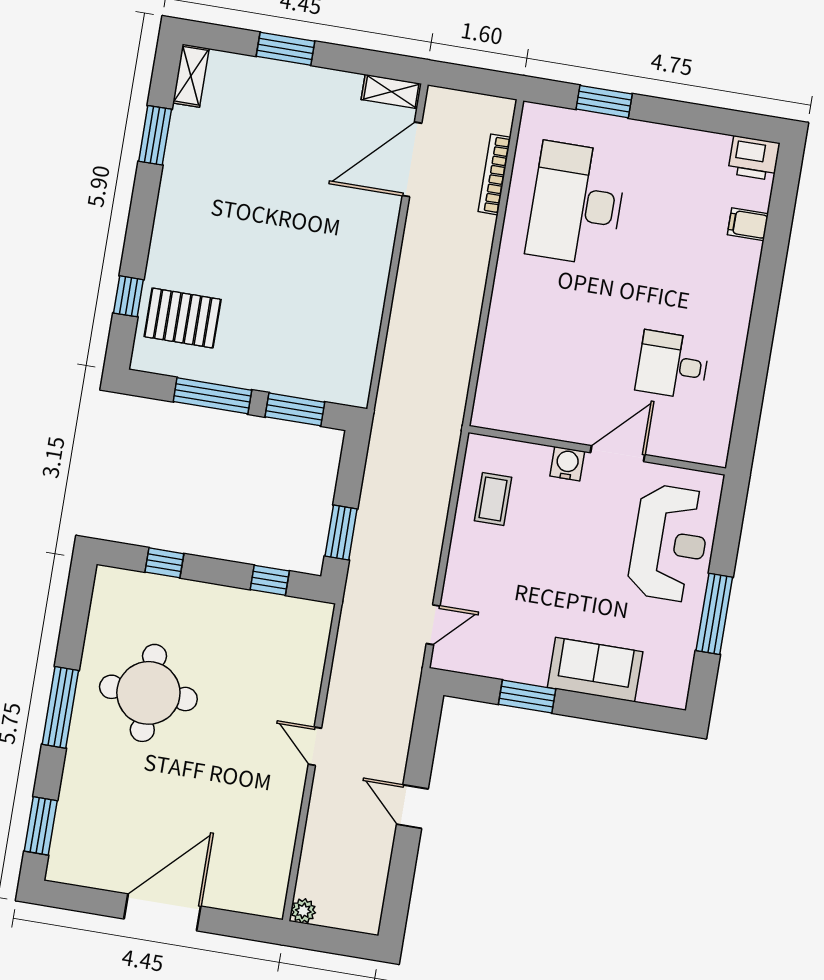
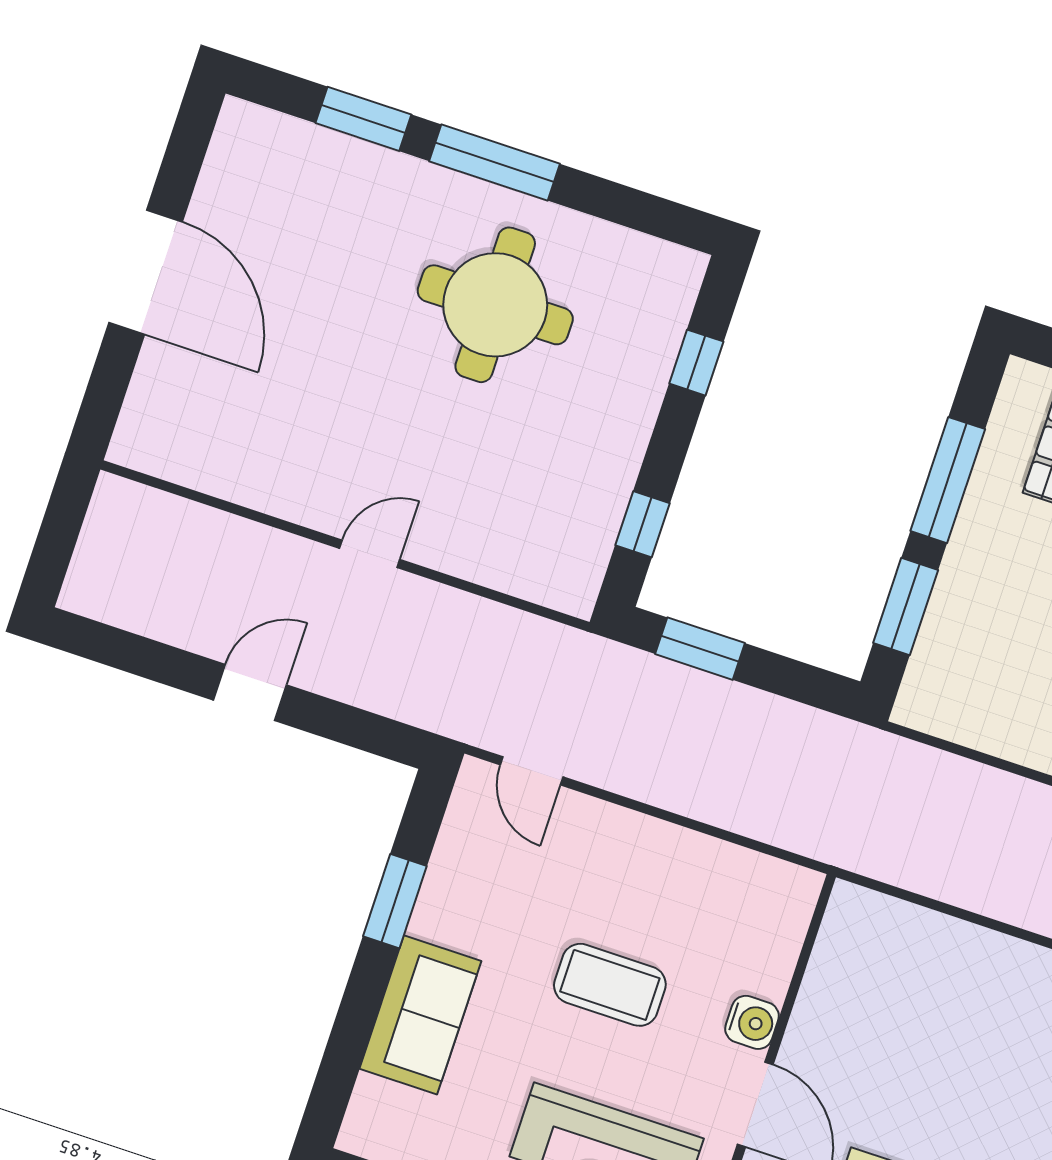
coffee table: (493, 499) -> (610, 985), moved, width x1.36, depth x1.30
window: (41, 826) -> (363, 119), moved
plant: (303, 911) -> (113, 495), removed

